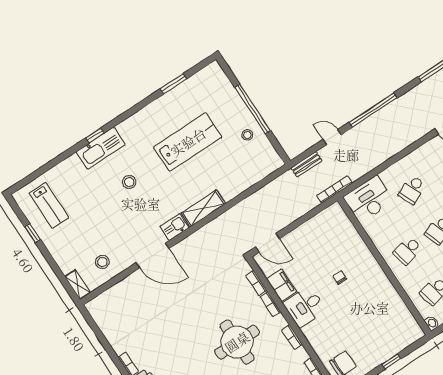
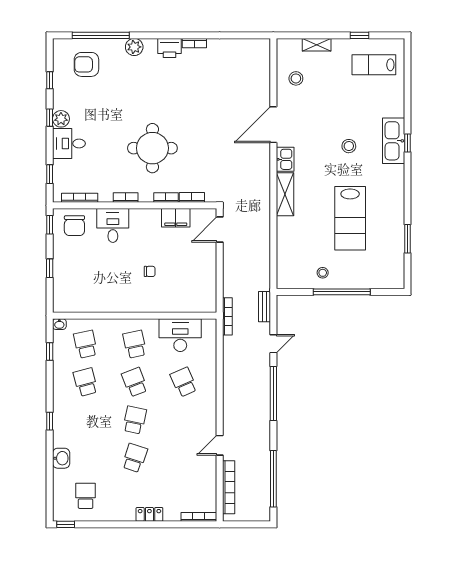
desk: (368, 199) -> (180, 335), moved, turned -90
shelving: (78, 285) -> (317, 45), moved
desk: (305, 307) -> (113, 225), moved

